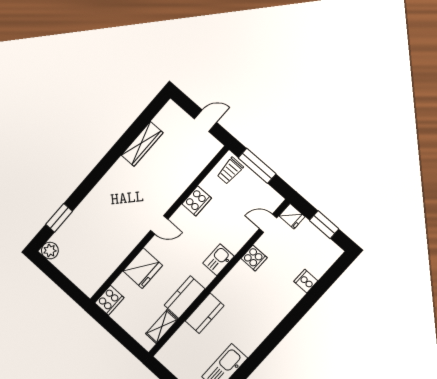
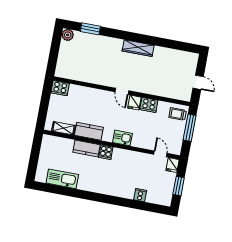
wardrobe: (142, 144) -> (138, 48), moved
cooker: (254, 258) -> (106, 152), moved
fridge: (143, 268) -> (134, 103), moved, width x0.53, depth x0.75

